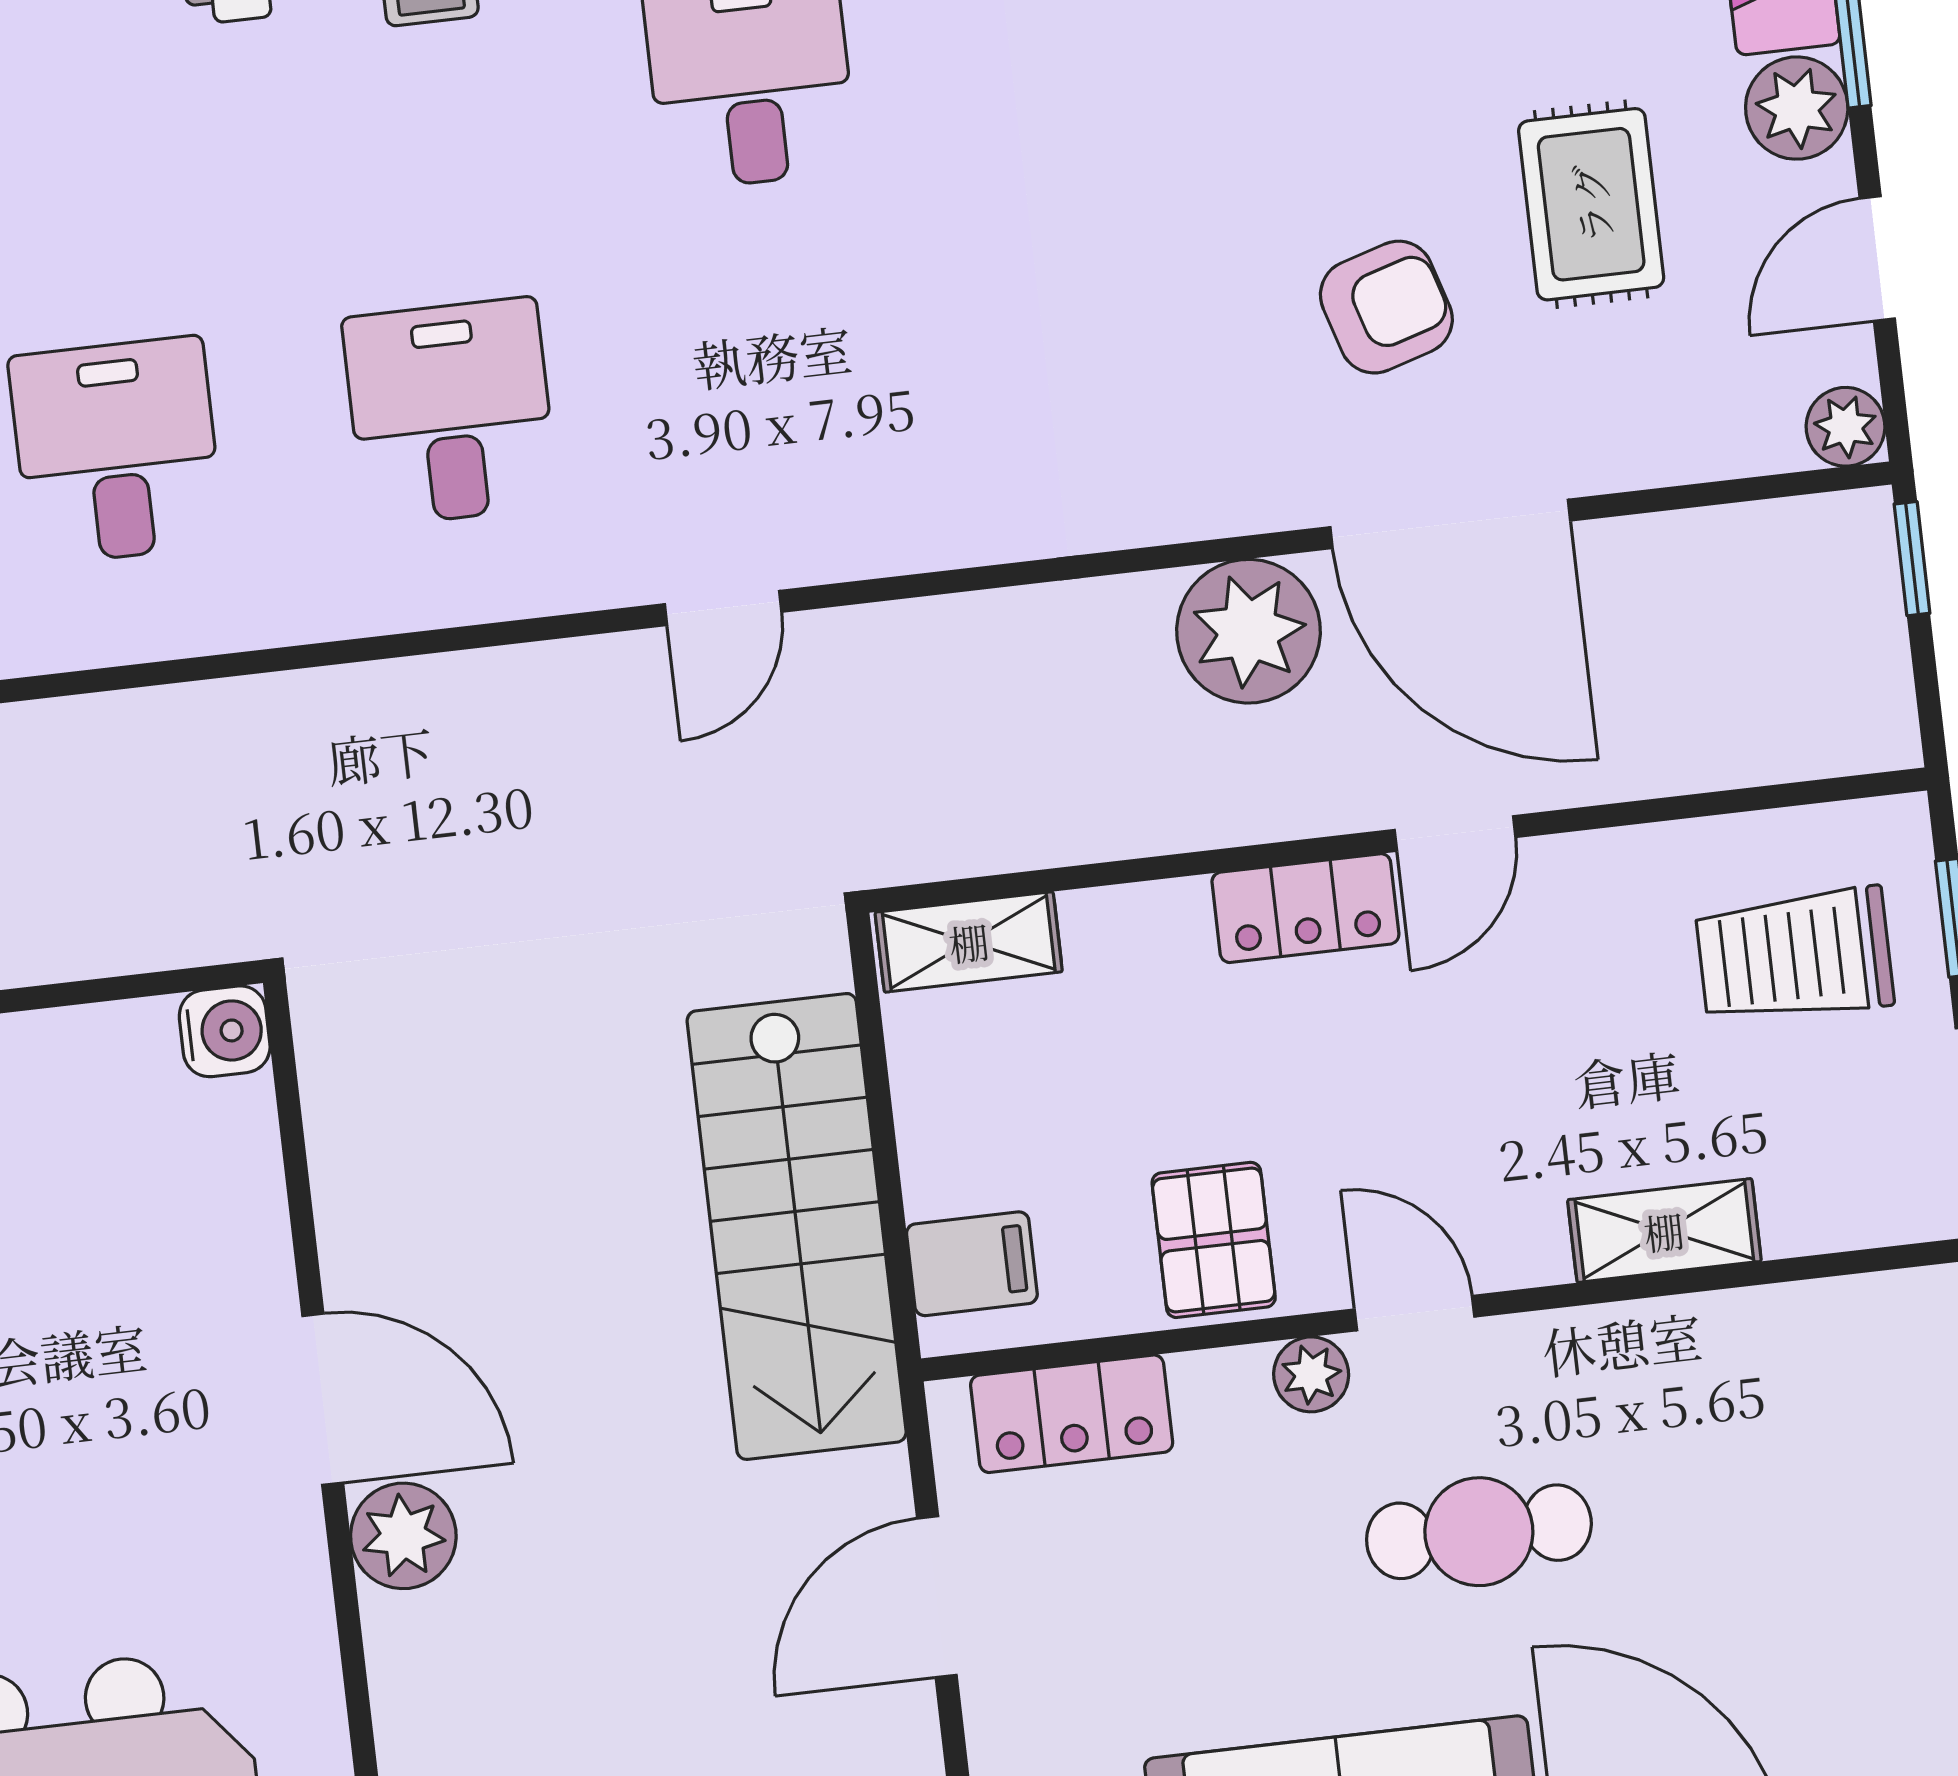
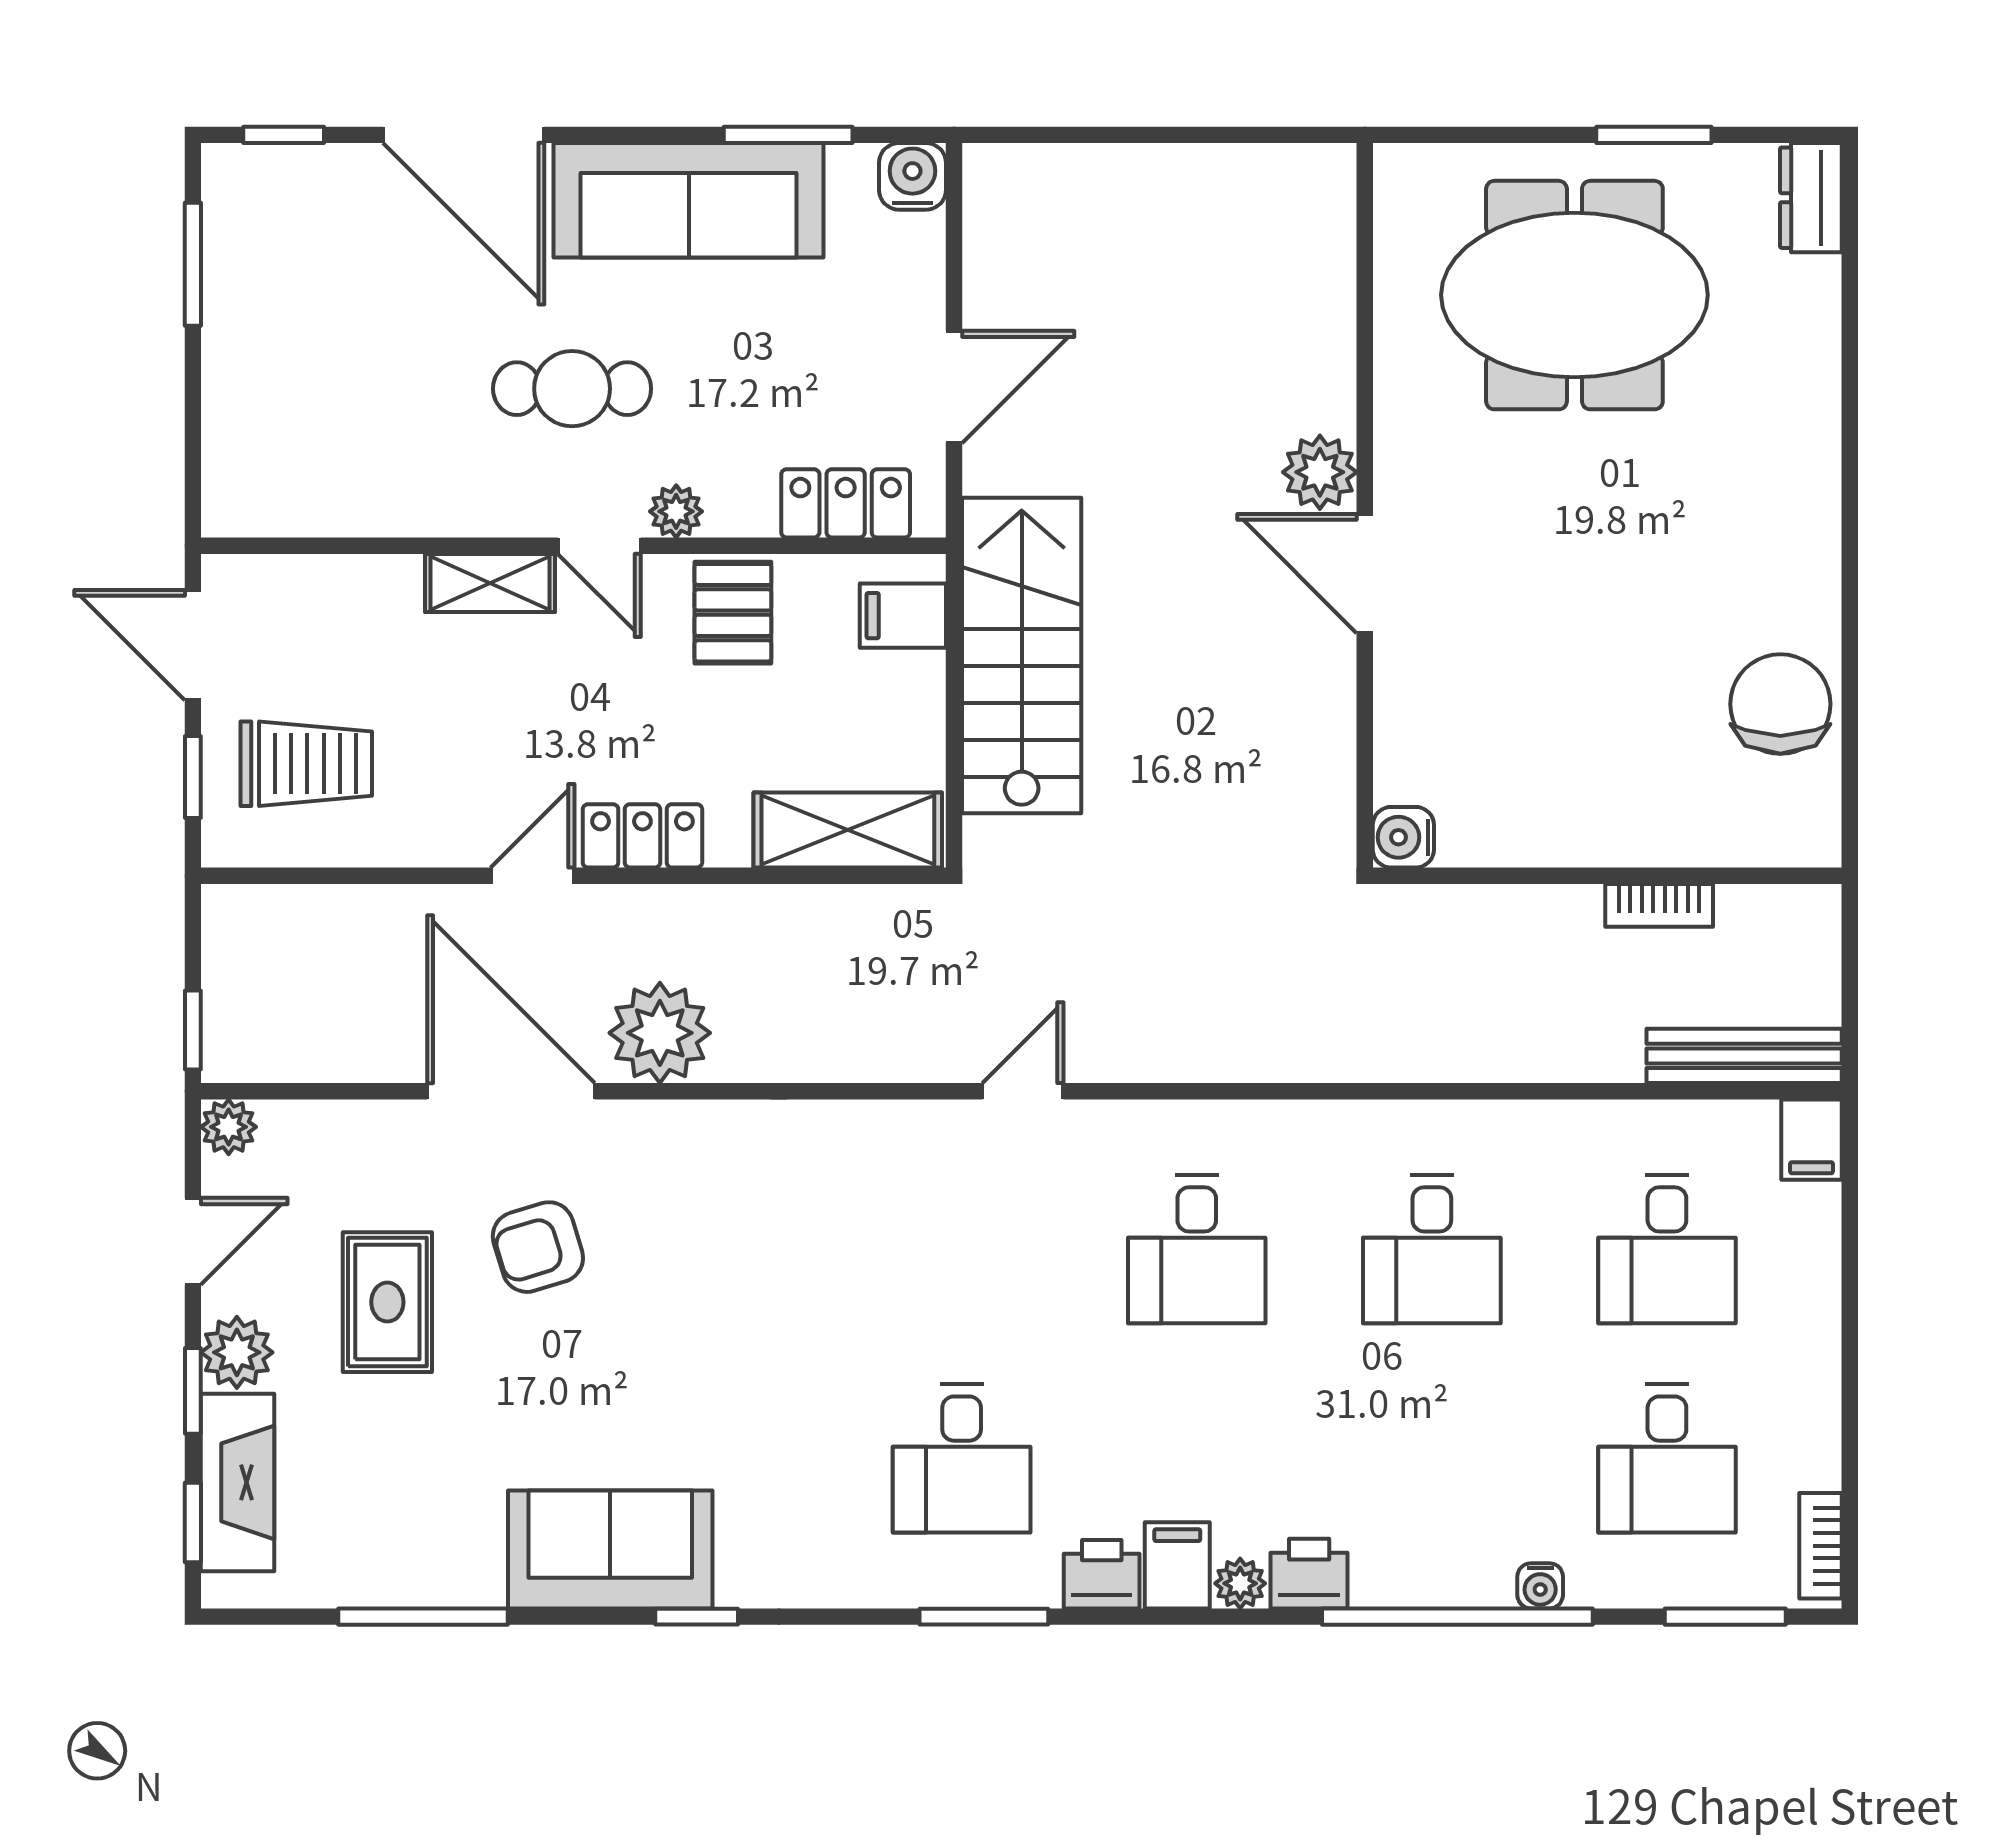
shelving: (969, 942) -> (848, 830), width x1.50, depth x1.33
shelving: (1664, 1231) -> (490, 583), moved

